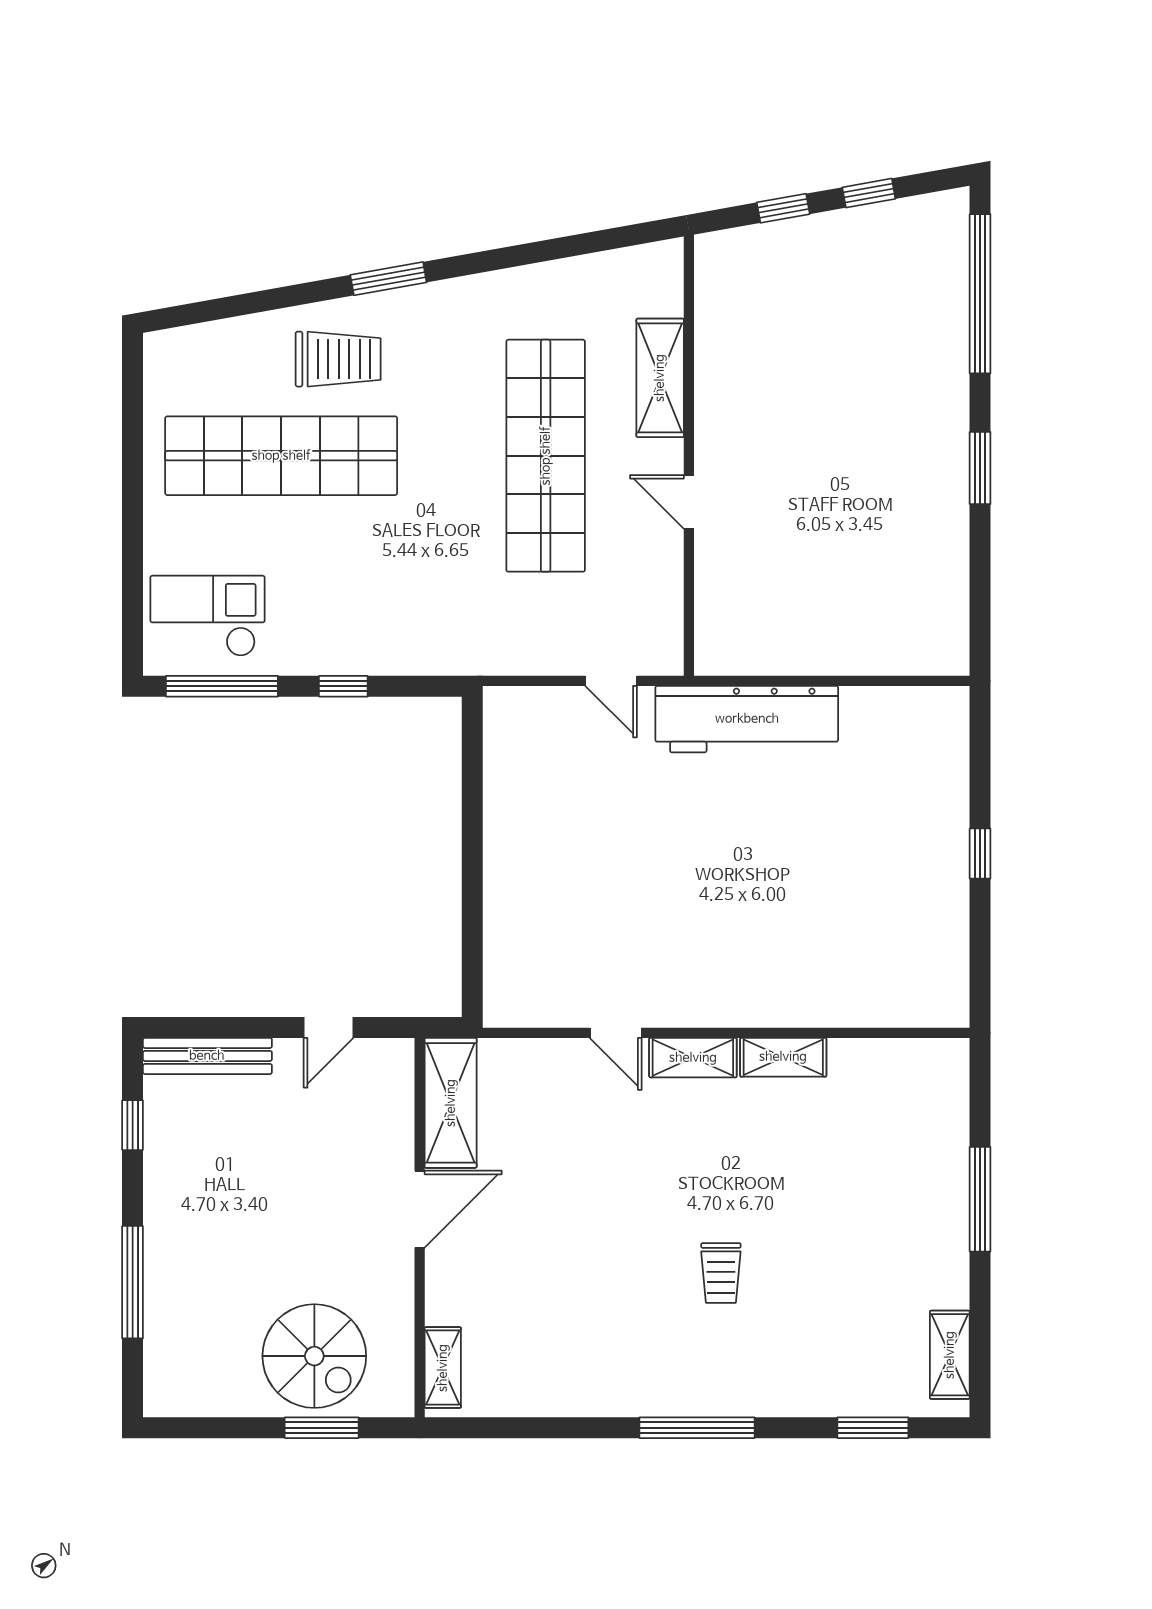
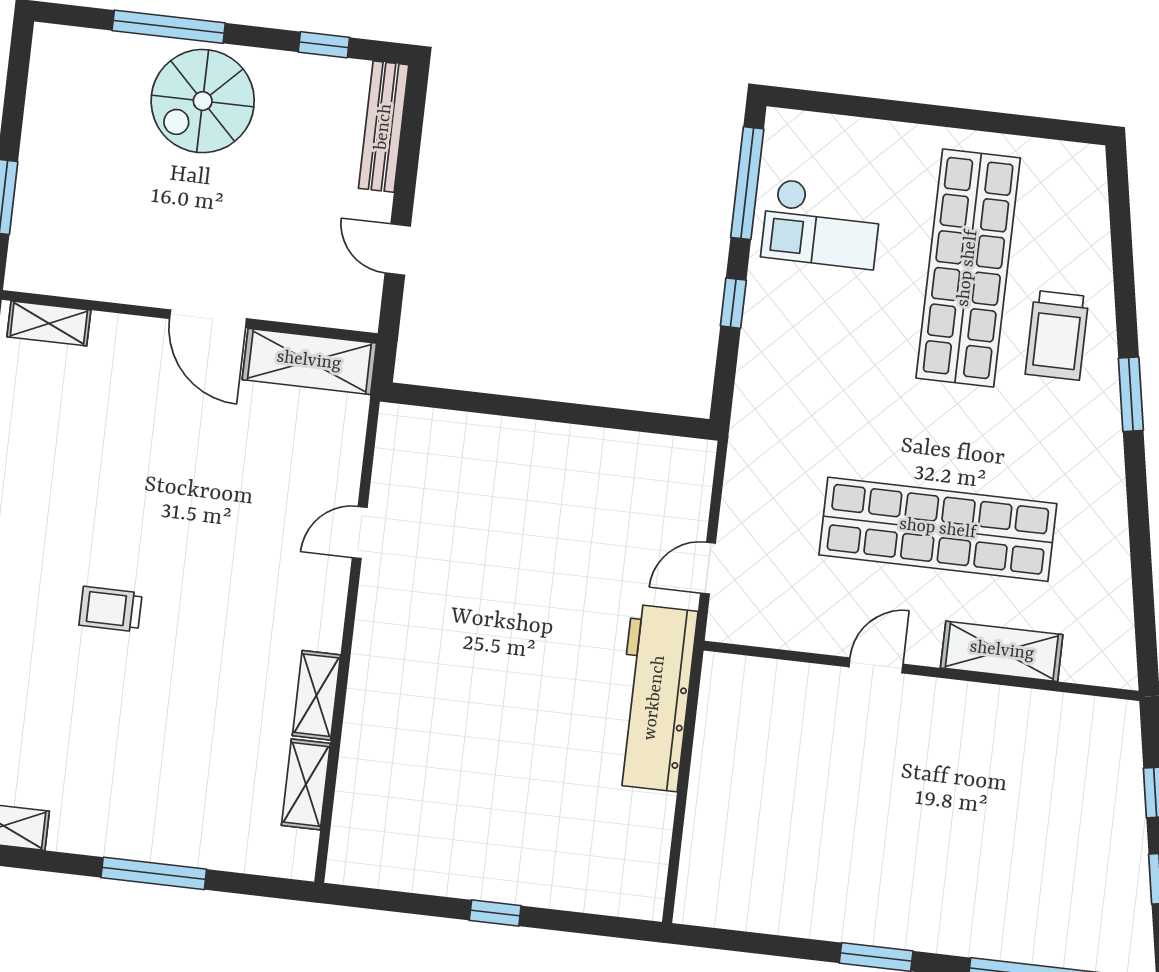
checkout: (208, 616) -> (821, 224), moved, turned 90
shelving: (693, 1058) -> (306, 784), moved
spiral stairs: (314, 1356) -> (203, 101), moved

